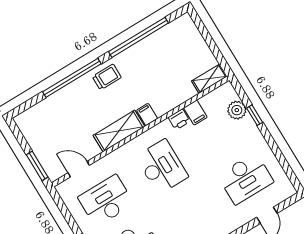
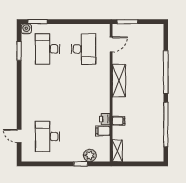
trolley: (107, 77) -> (154, 92), removed
filing cabinet: (147, 114) -> (119, 121), moved
desk: (162, 167) -> (83, 93), removed

